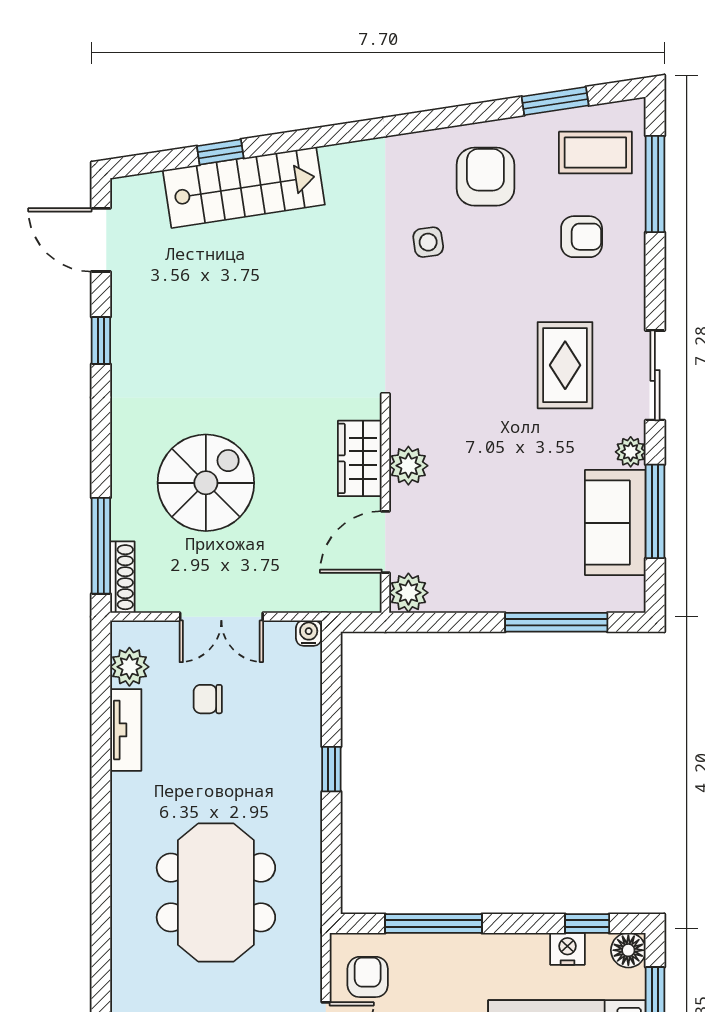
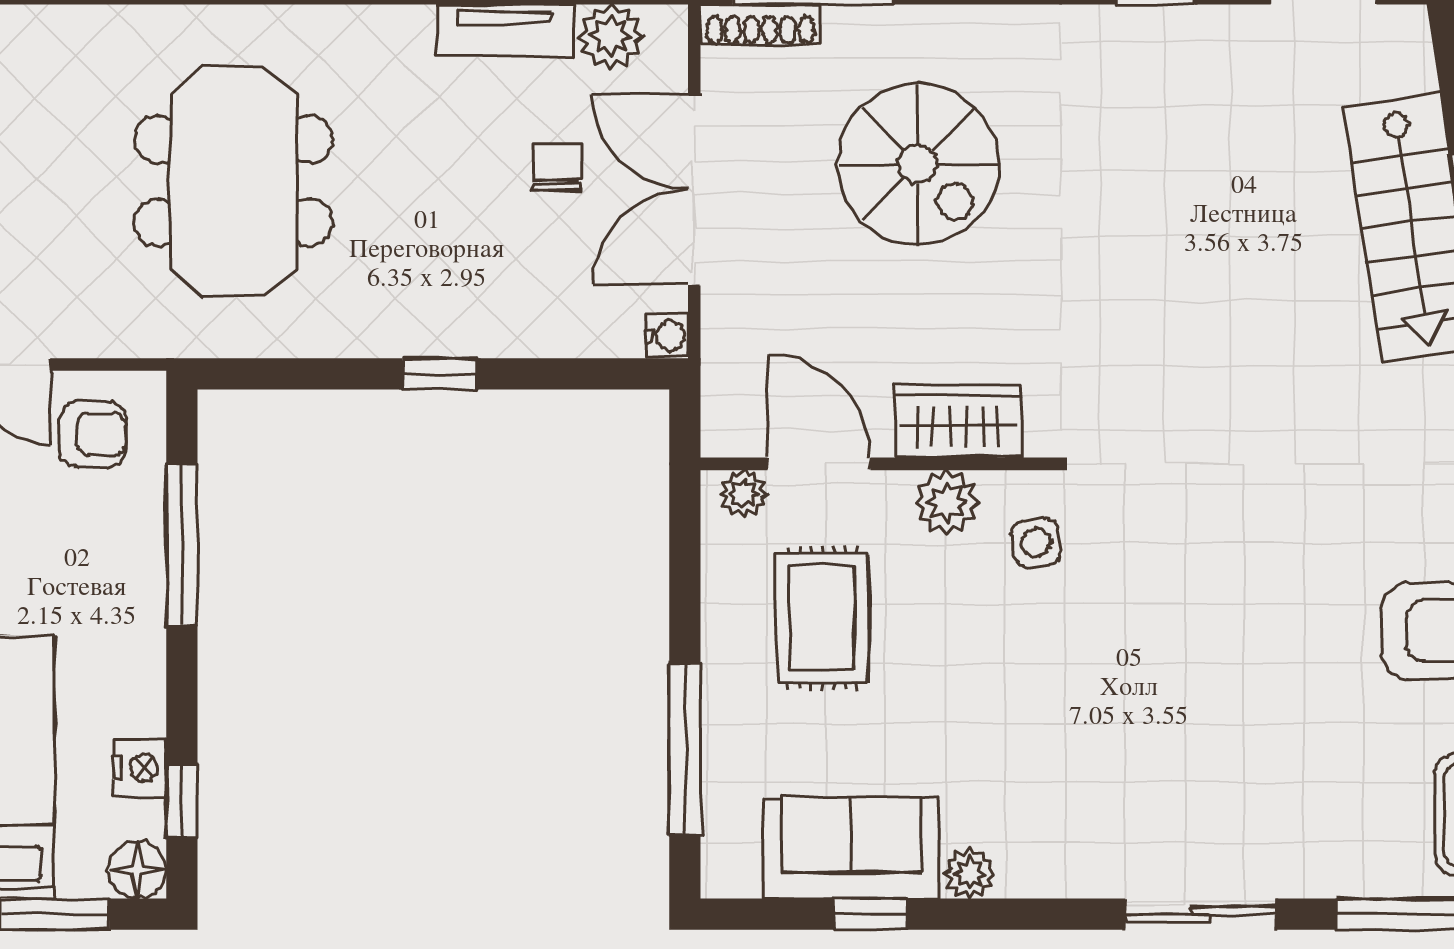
armchair: (582, 237) -> (1329, 792), removed
side table: (428, 242) -> (1036, 543), moved
rug: (565, 365) -> (822, 618), moved, turned 90
sliding door: (655, 375) -> (1200, 914), moved
window: (655, 511) -> (870, 914), width x0.46
plant: (408, 593) -> (743, 494), width x0.73, depth x0.73
double door: (221, 617) -> (694, 190), width x1.37
meeting table: (216, 893) -> (234, 181), turned 90

